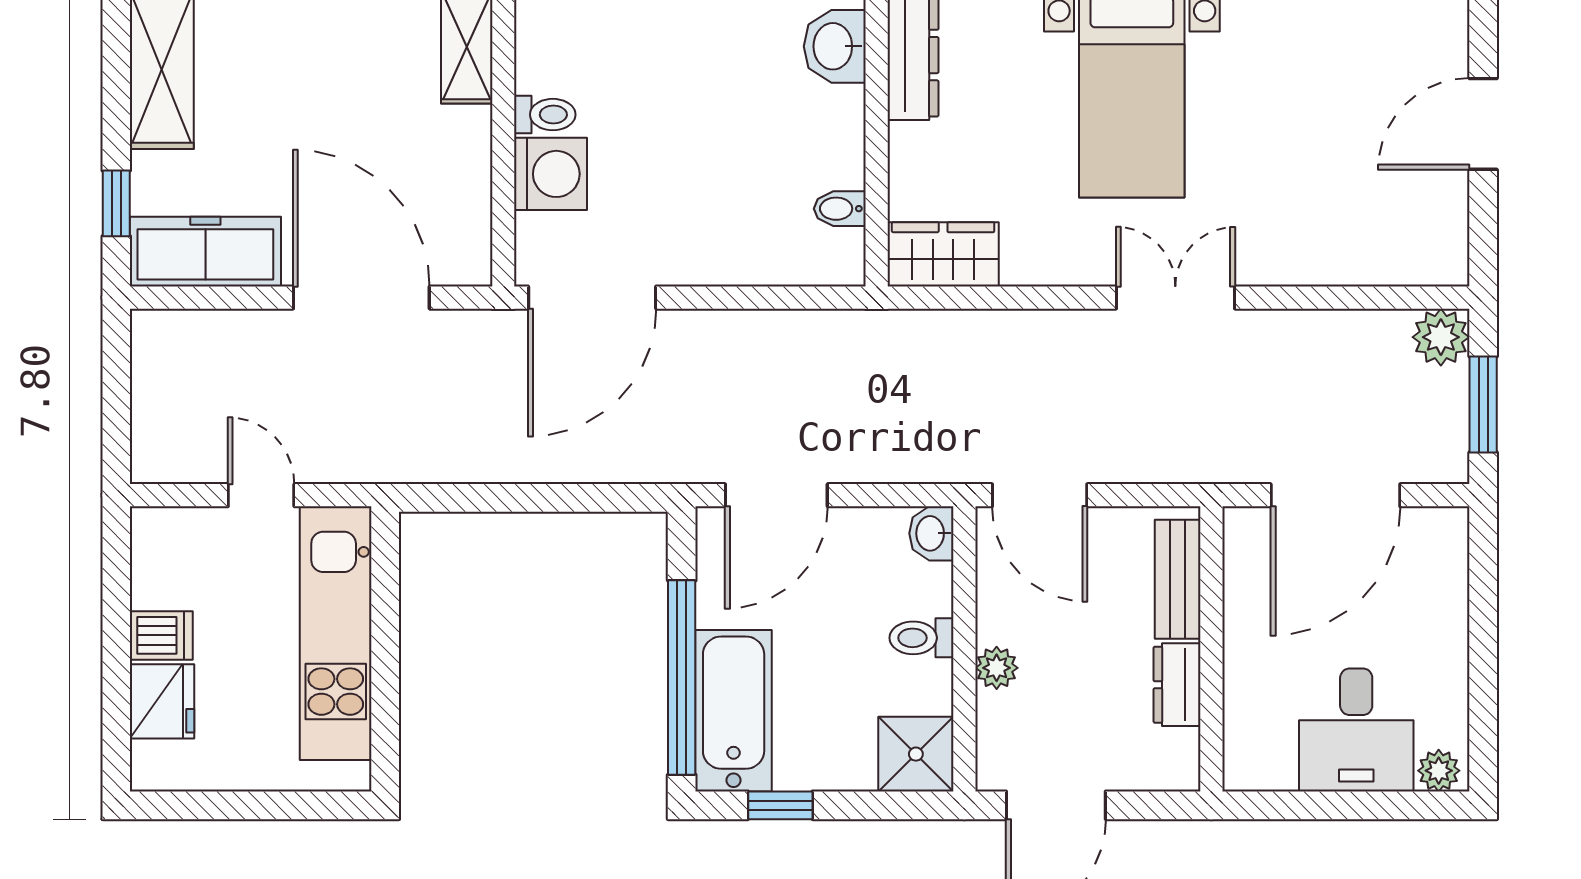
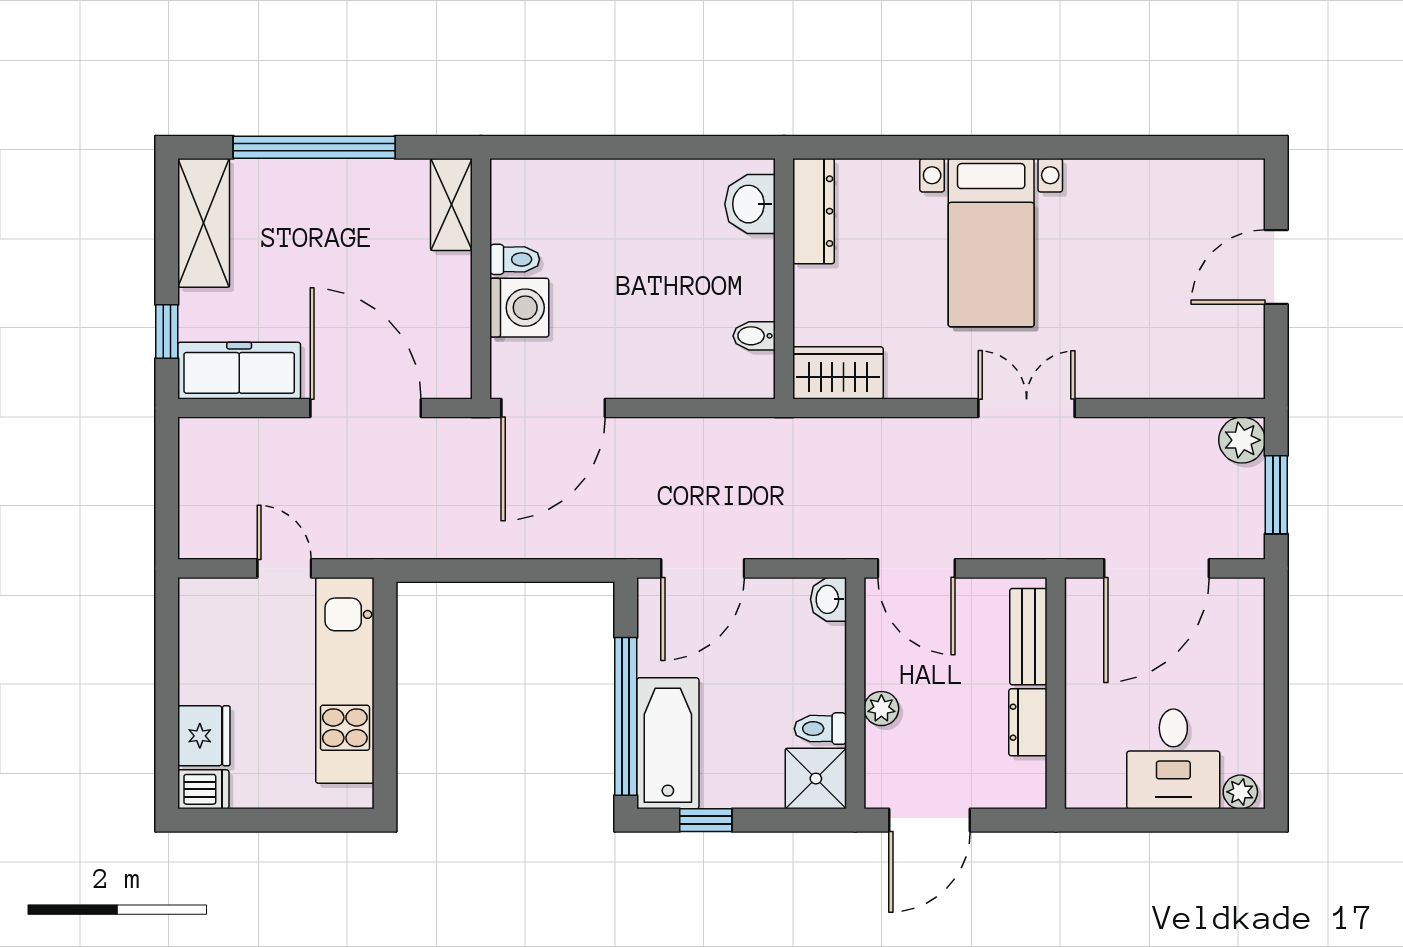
dishwasher: (161, 635) -> (203, 789), moved
toilet: (921, 638) -> (820, 729), moved

